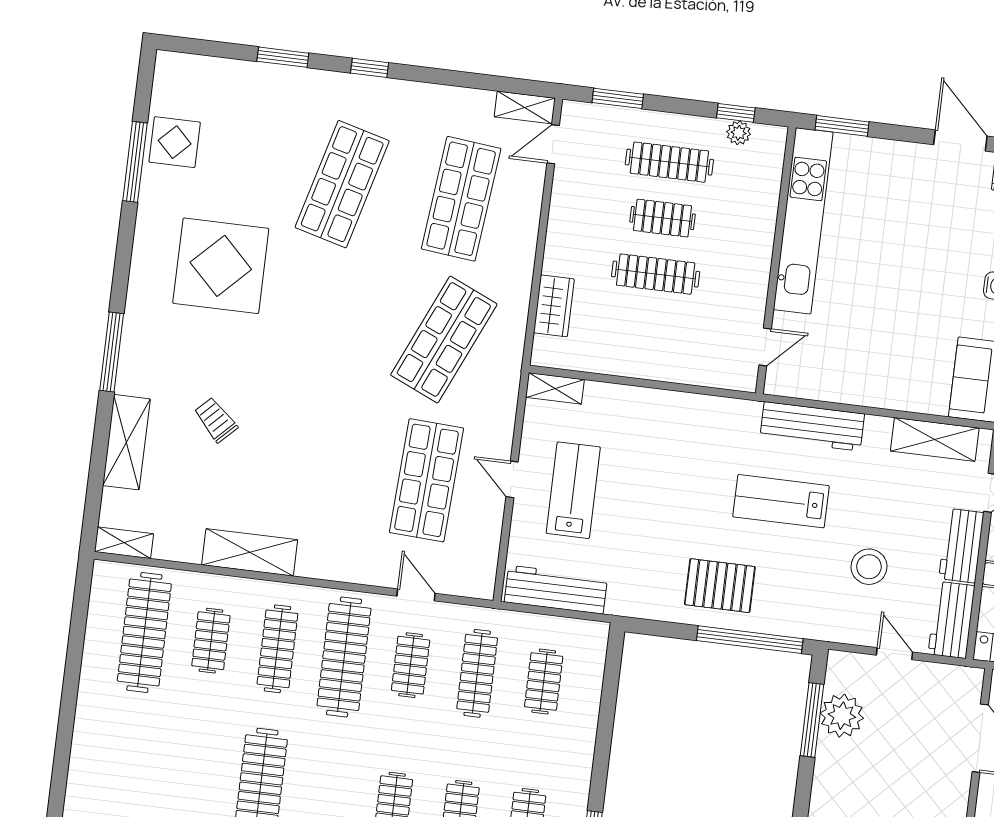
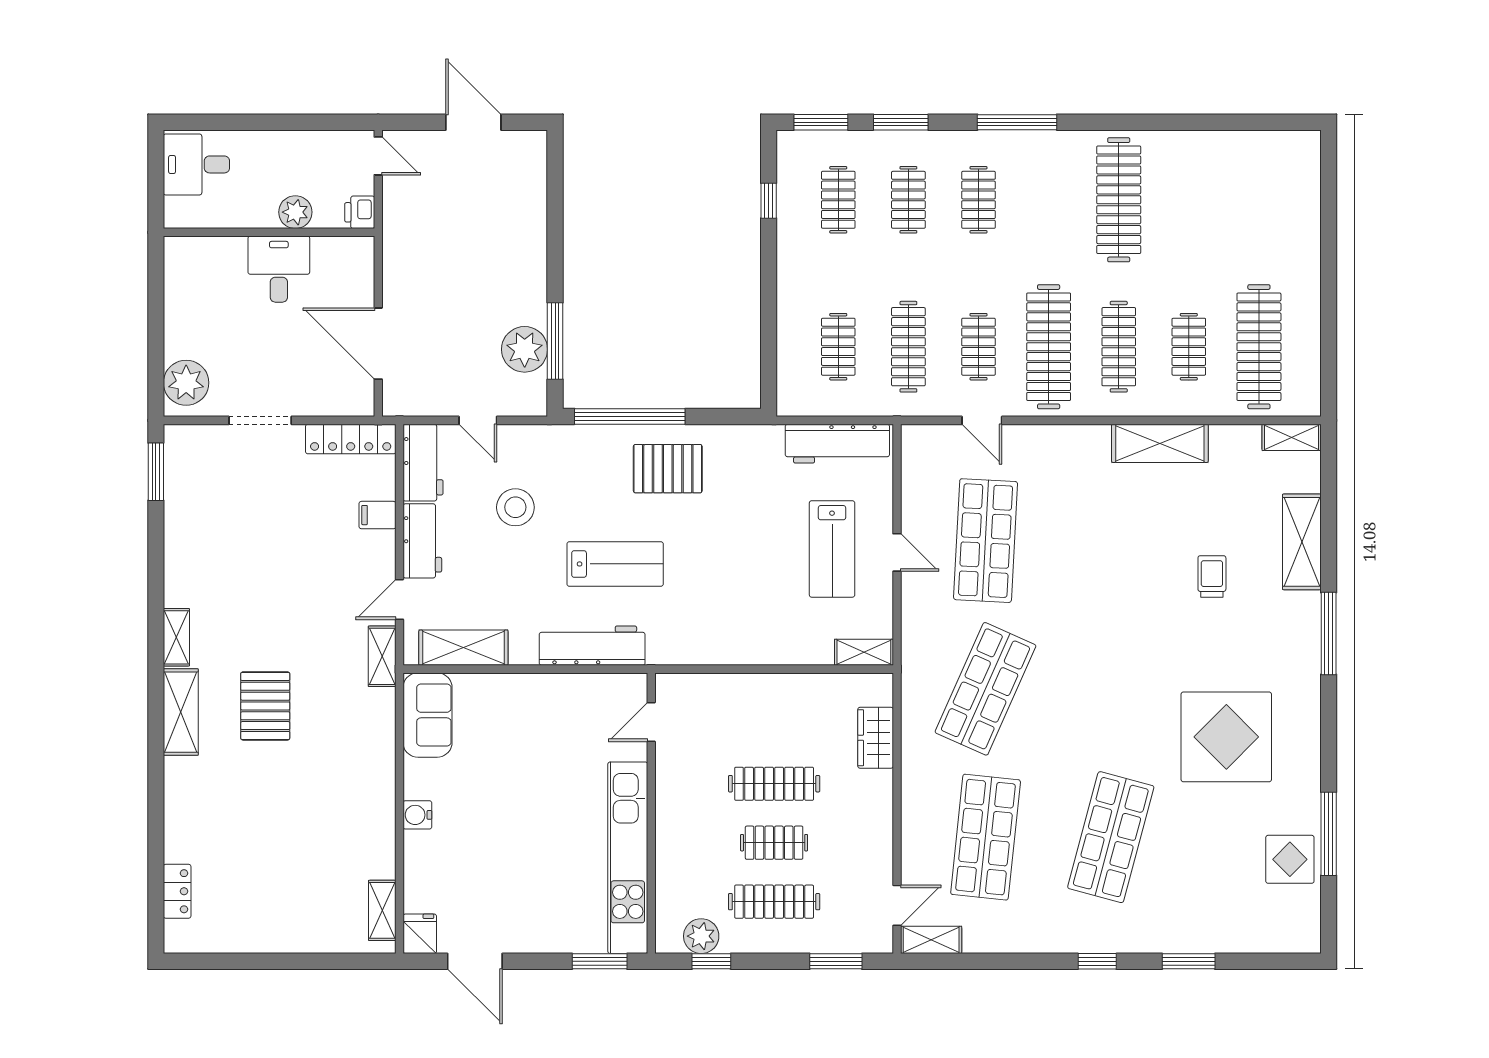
plant: (739, 133) -> (701, 936), width x1.38, depth x1.38
trolley: (216, 420) -> (1212, 576), turned -135

